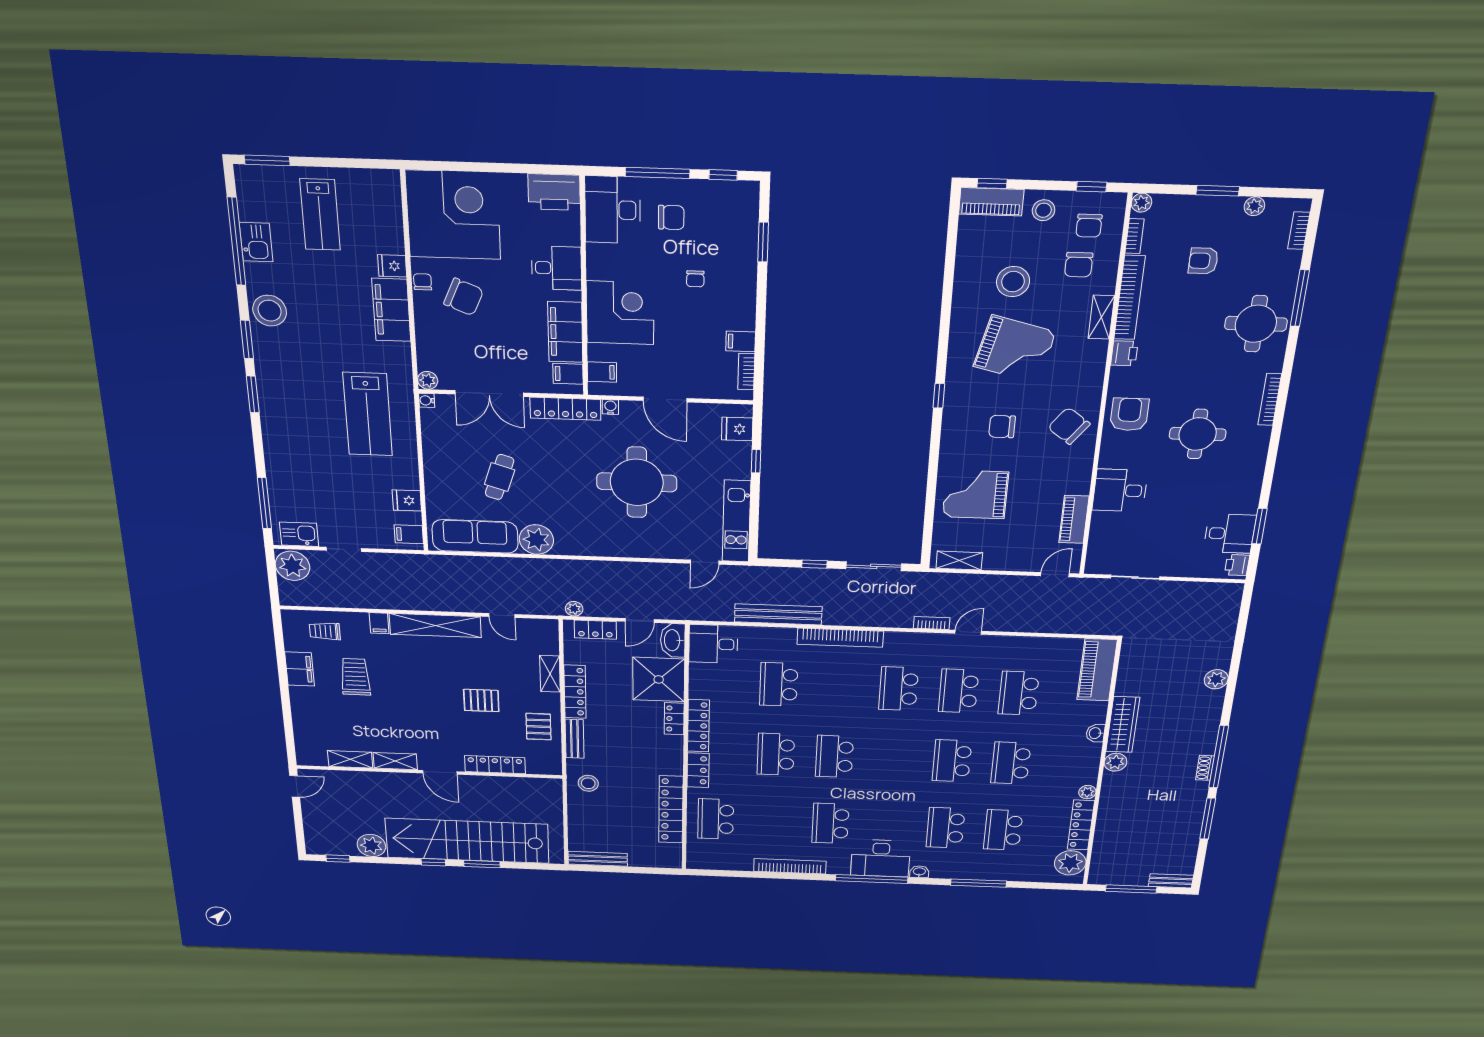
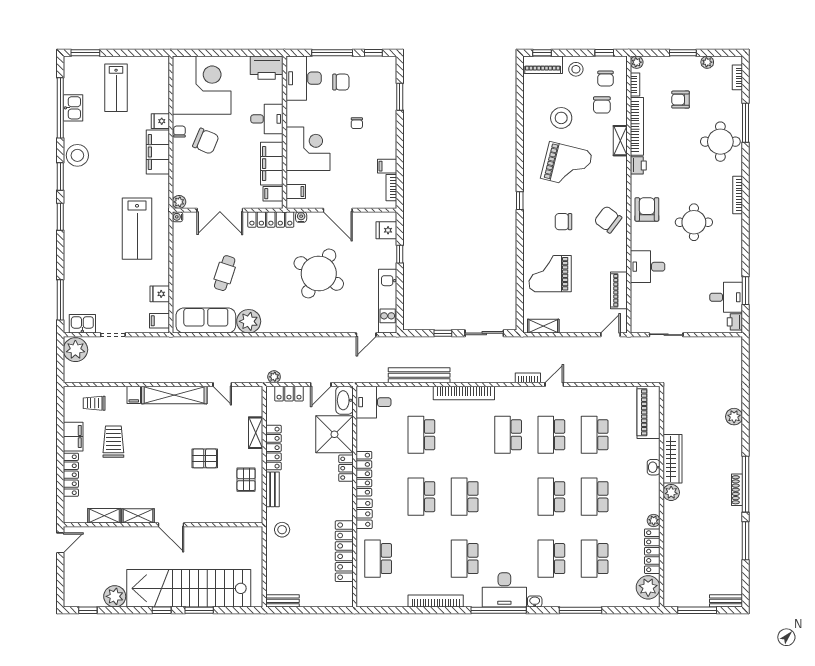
round table: (637, 482) -> (319, 273), turned 30
locker: (495, 765) -> (71, 475), moved, turned 90
shoe rack: (1205, 768) -> (737, 490), width x1.43
bench: (598, 859) -> (282, 601), width x0.73

